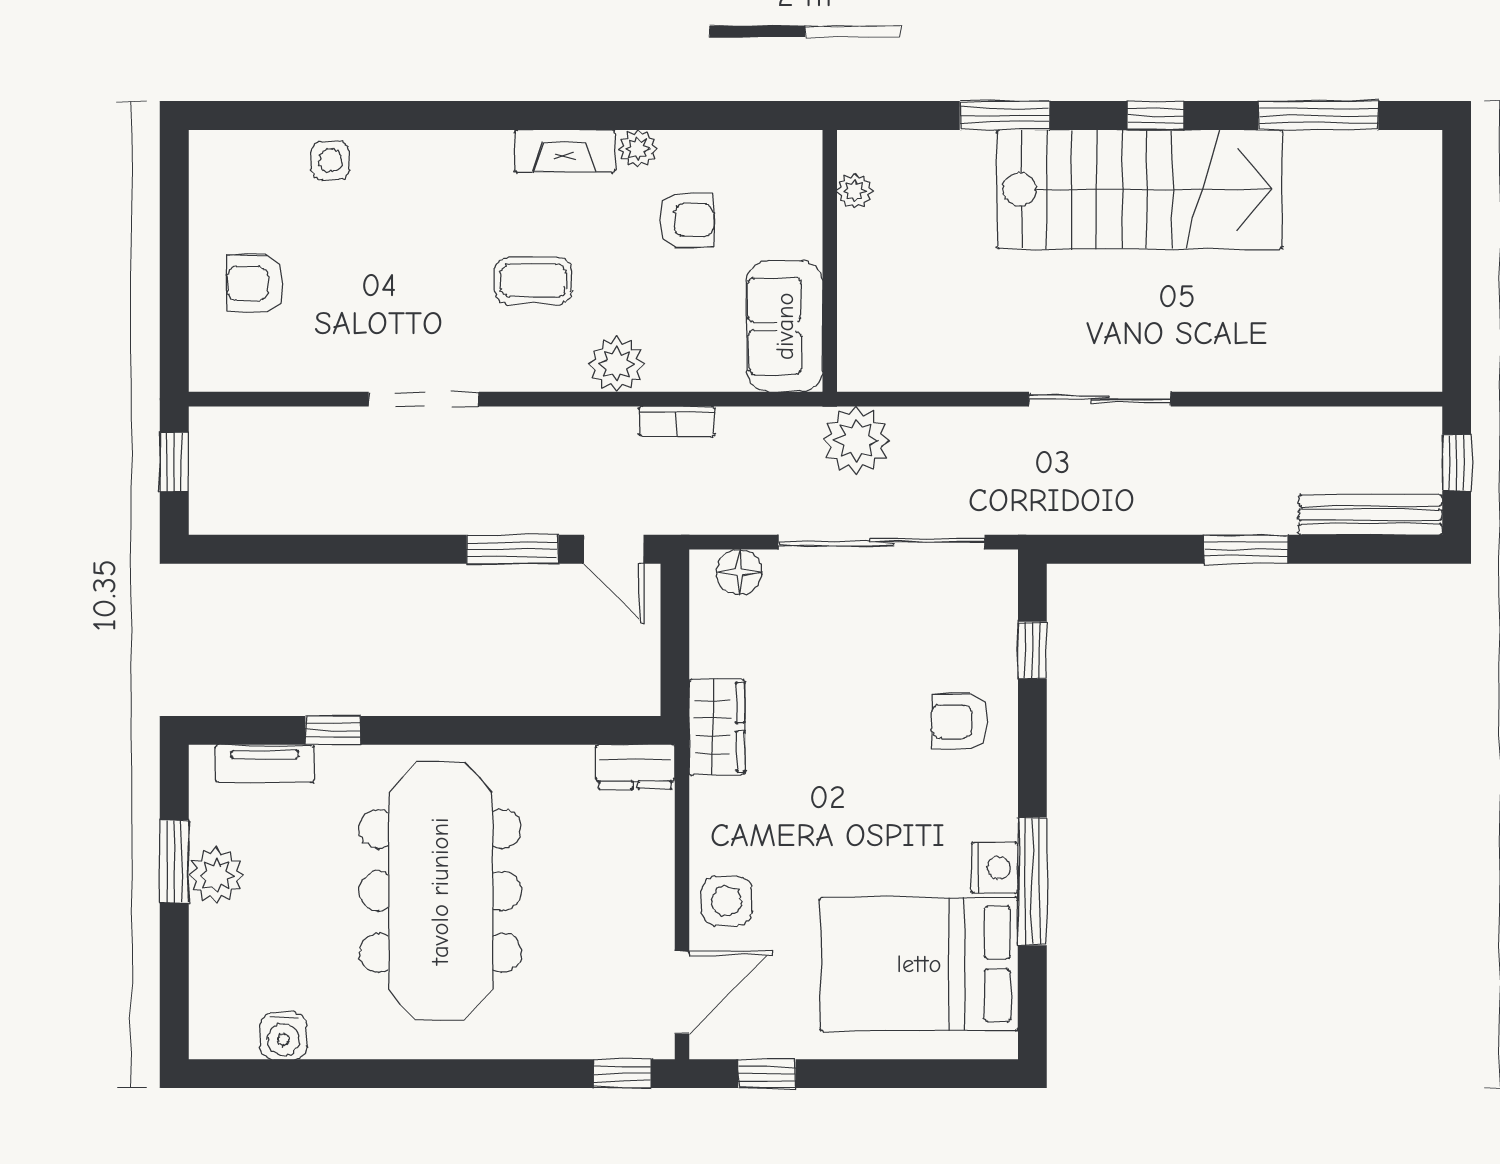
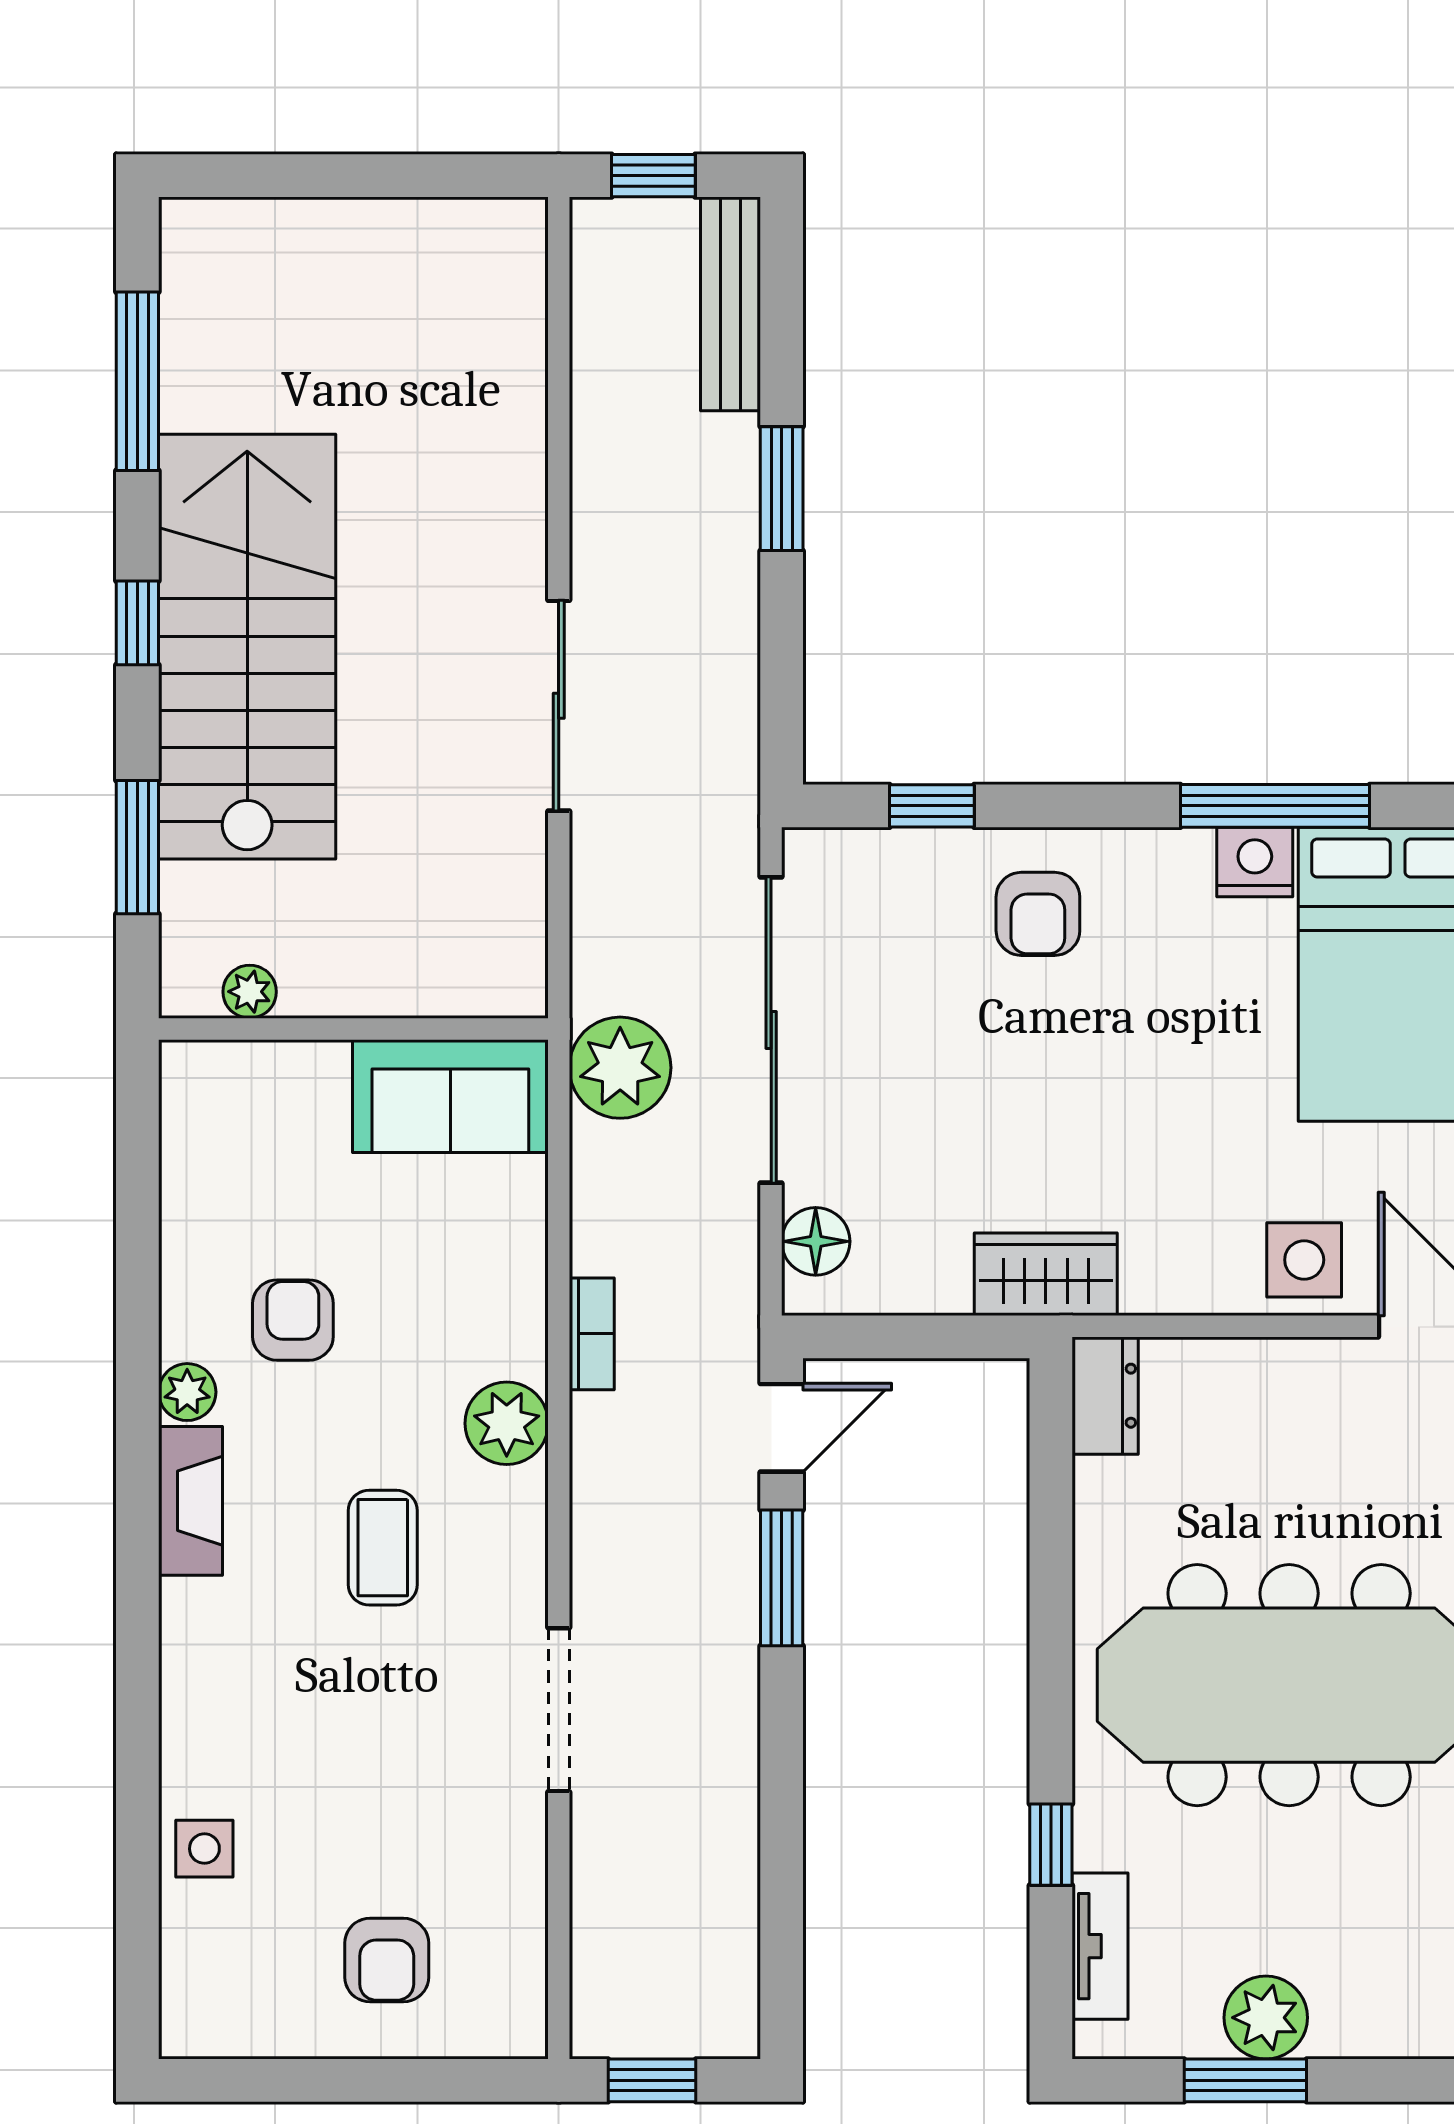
plant: (855, 191) -> (250, 992), moved
wall: (830, 261) -> (353, 1029), moved
sofa: (785, 326) -> (450, 1096), moved

